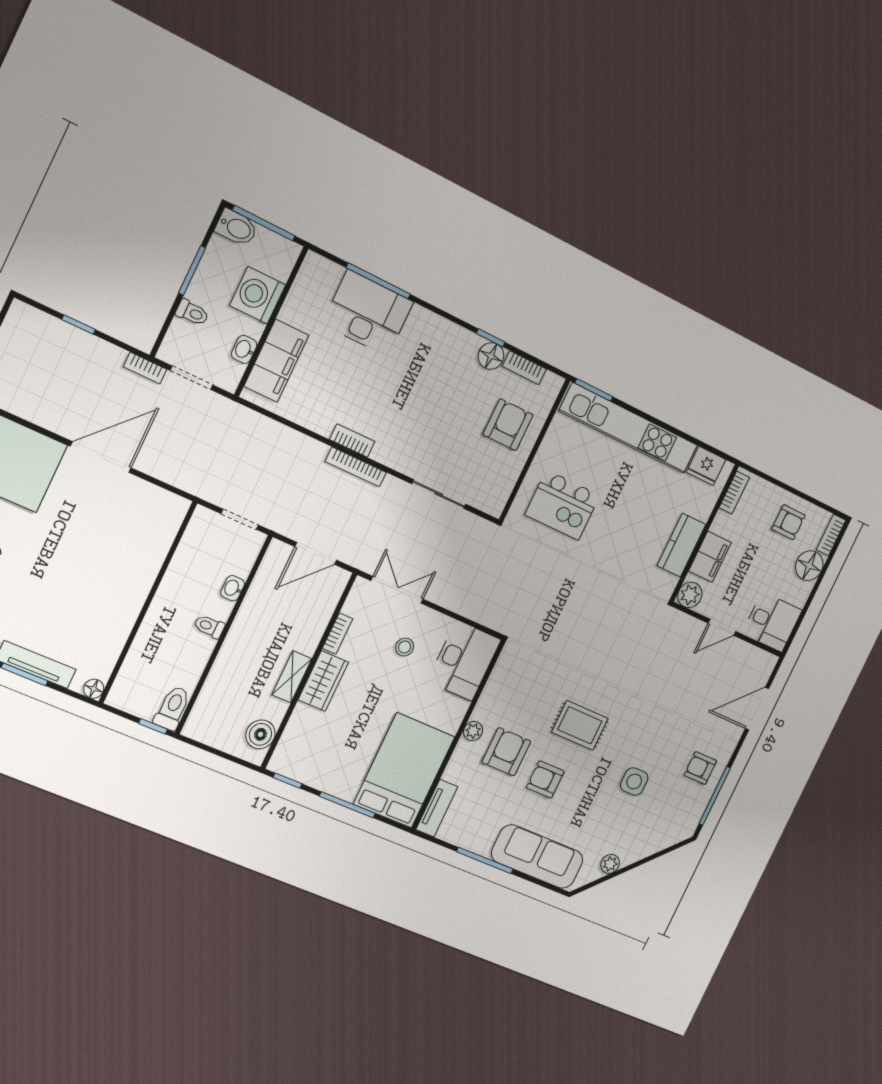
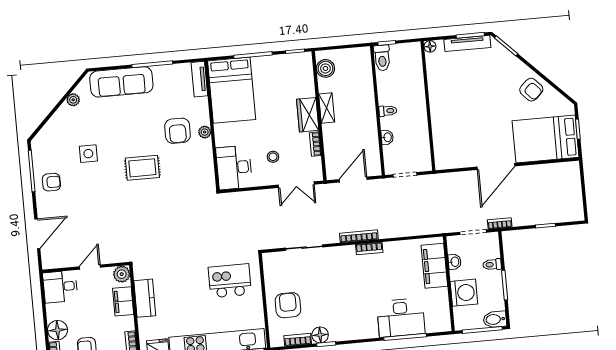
armchair: (508, 425) -> (288, 305), turned 180
armchair: (545, 779) -> (144, 127), removed

